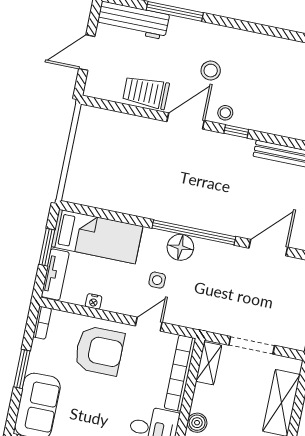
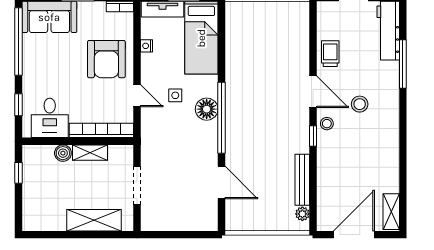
trolley: (146, 92) -> (330, 54), width x0.73, depth x0.72
shelving: (209, 363) -> (90, 153), moved

